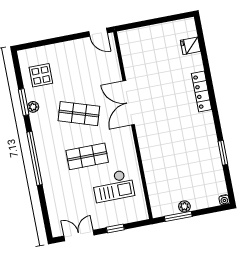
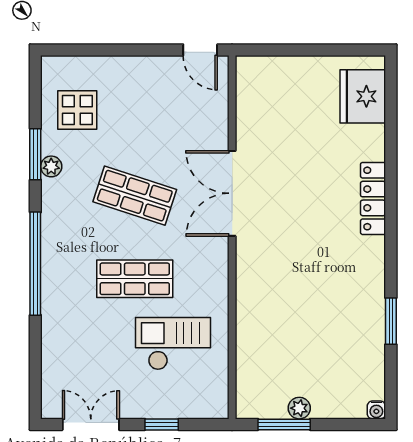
fridge: (190, 46) -> (363, 96), width x1.88, depth x1.34
checkout: (113, 186) -> (173, 344), turned 180

